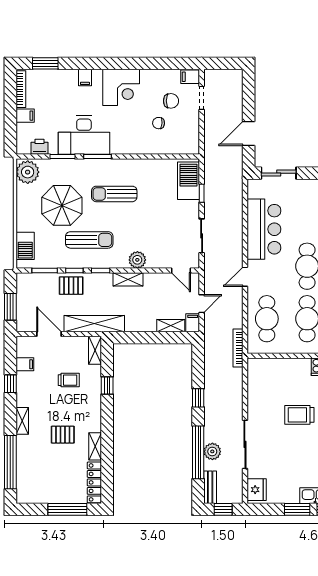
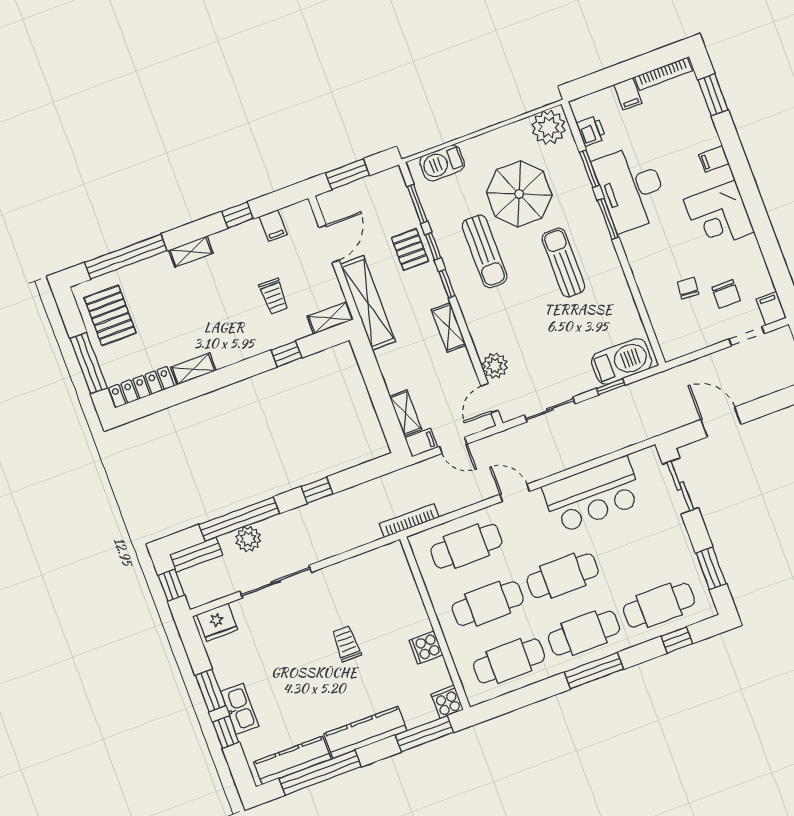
plant: (137, 260) -> (495, 366), moved
trolley: (299, 415) -> (346, 644), width x0.73, depth x0.72
pallet: (63, 435) -> (110, 315), moved, width x1.50, depth x1.42

